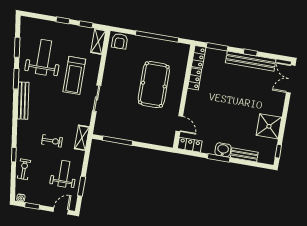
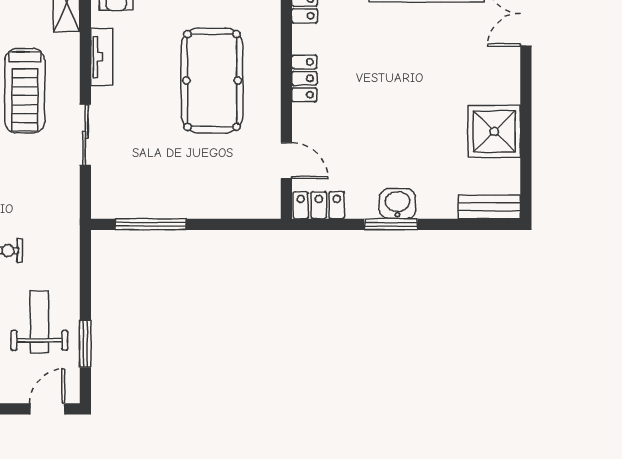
tv unit: (109, 67) -> (102, 57), added
locker: (195, 79) -> (304, 78), moved
shelving: (82, 138) -> (67, 232), removed
window: (278, 151) -> (526, 185), removed
bench: (244, 155) -> (489, 207), moved

